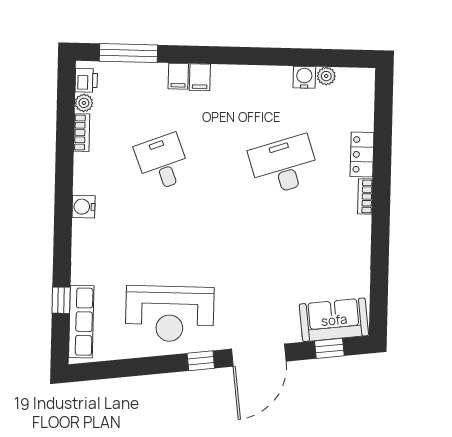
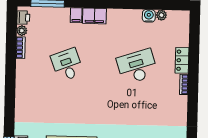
filing cabinet: (200, 77) -> (94, 16), width x2.00
water cooler: (84, 207) -> (22, 90), removed

